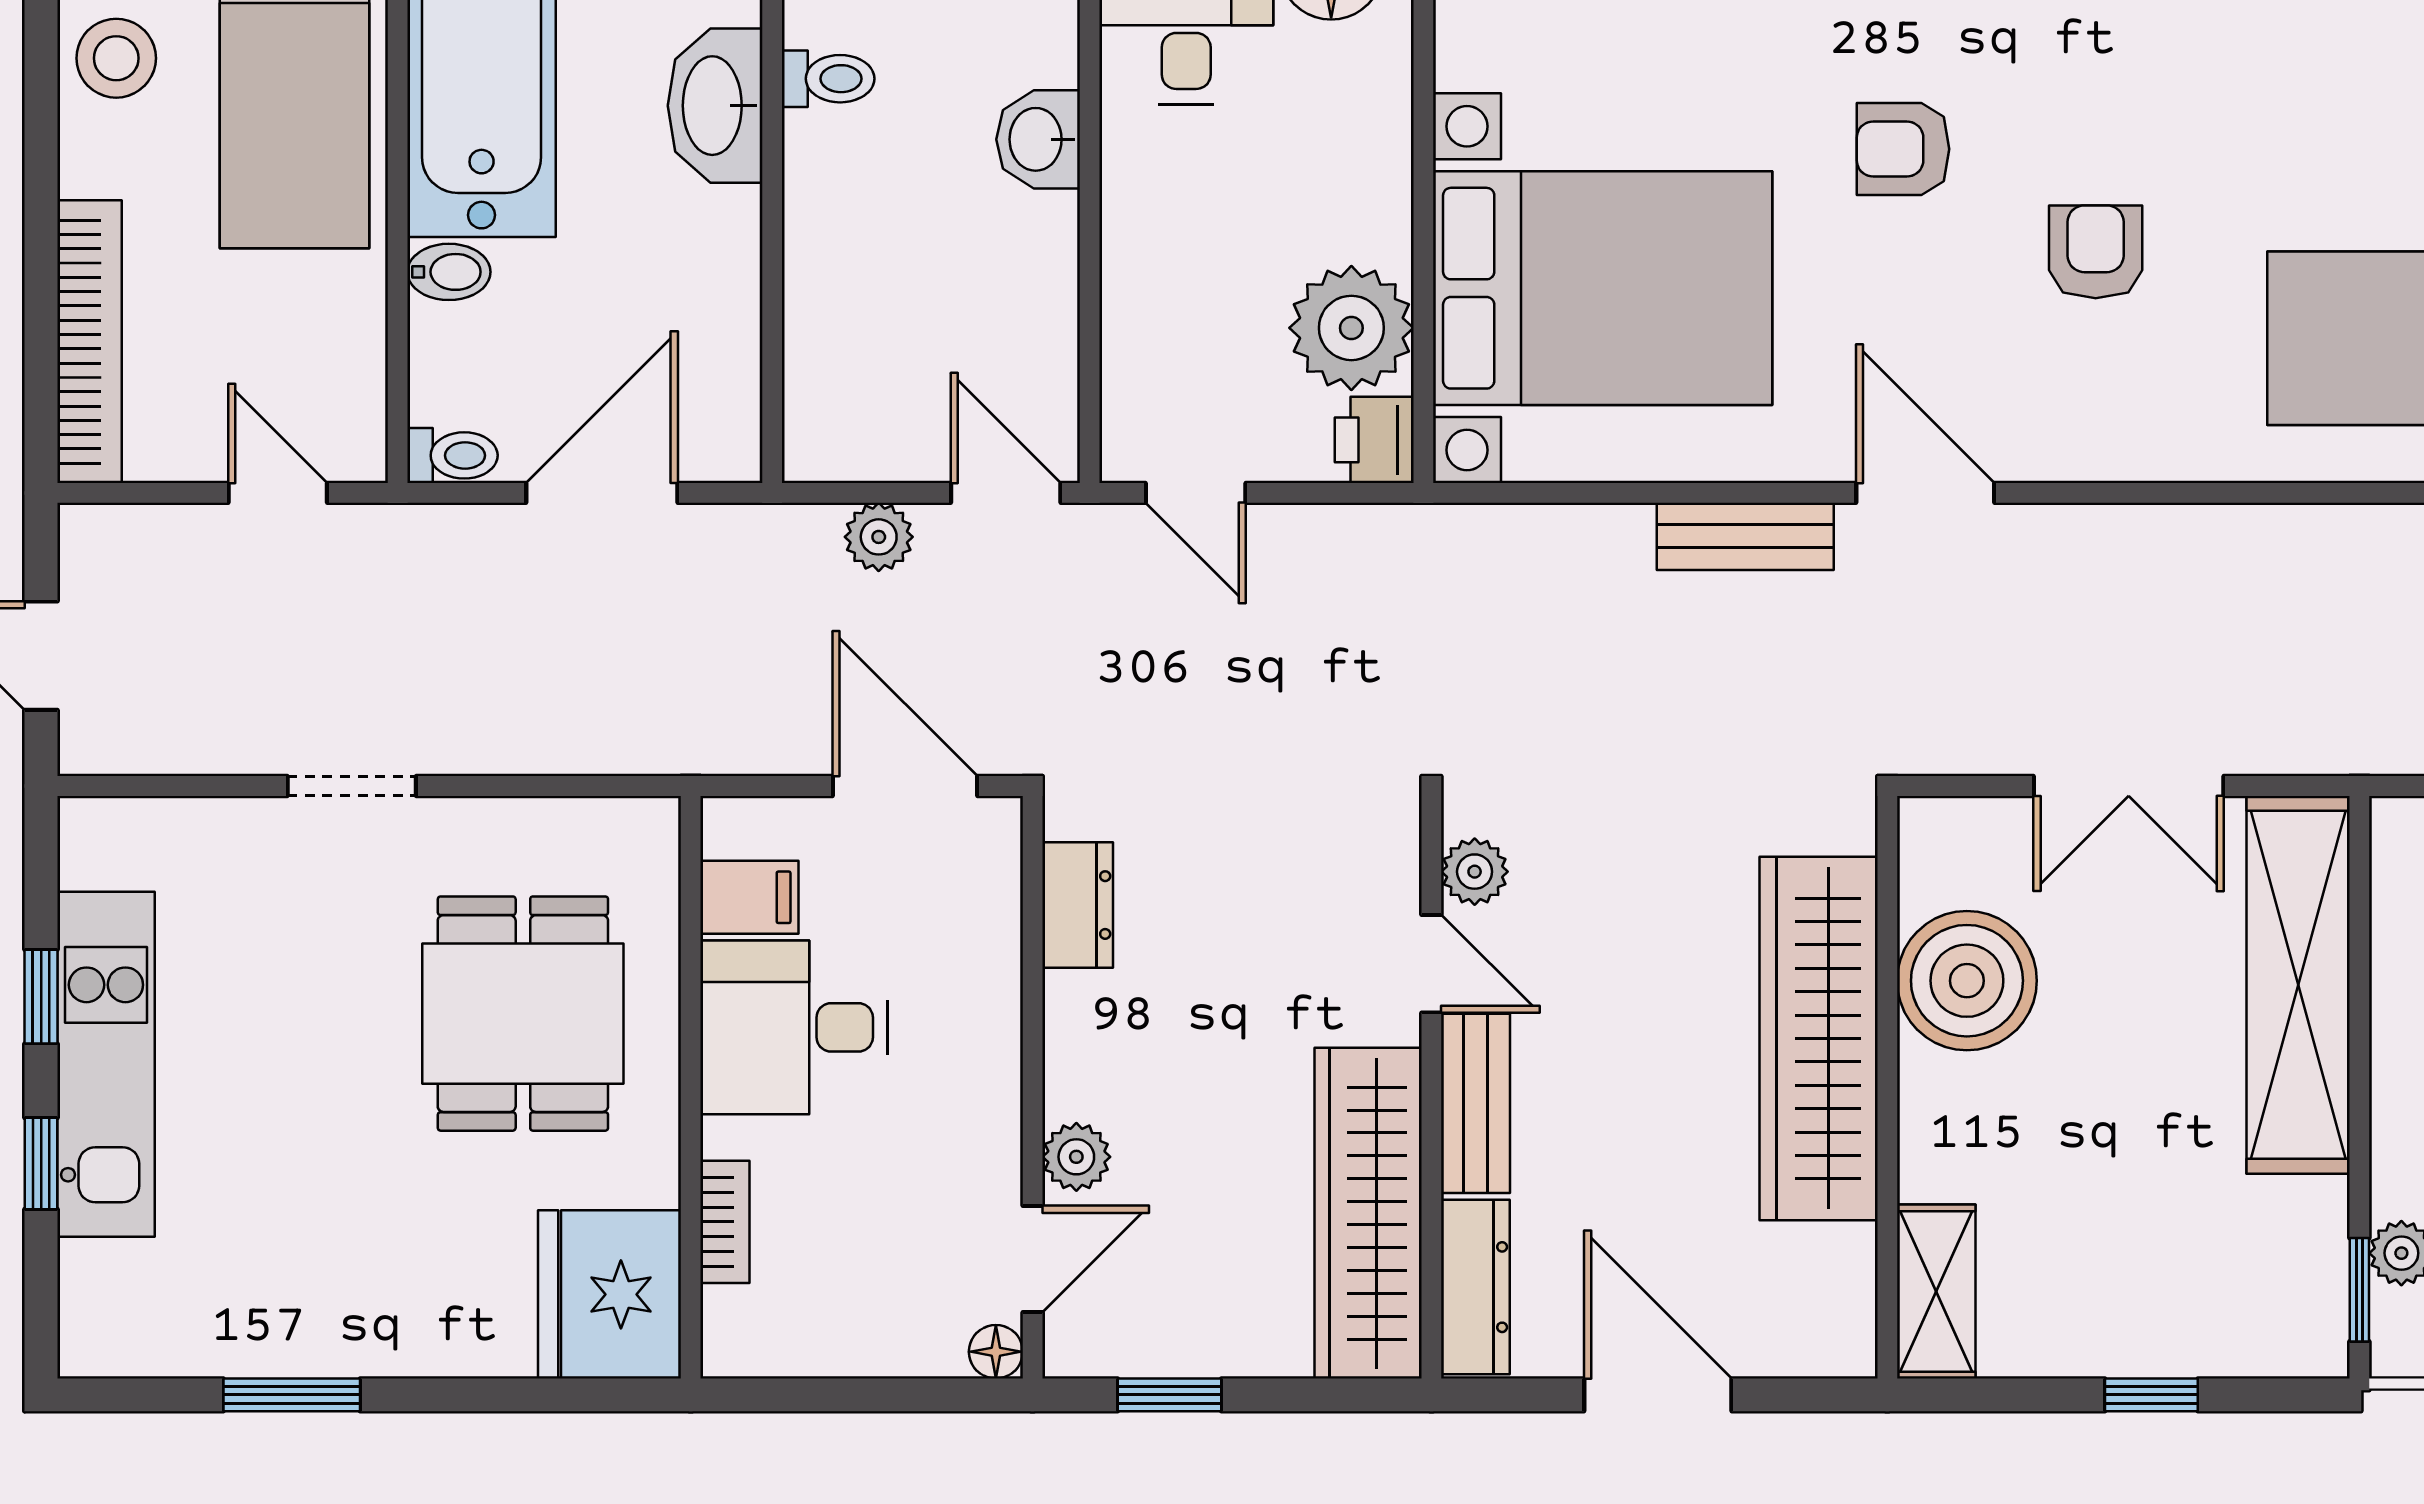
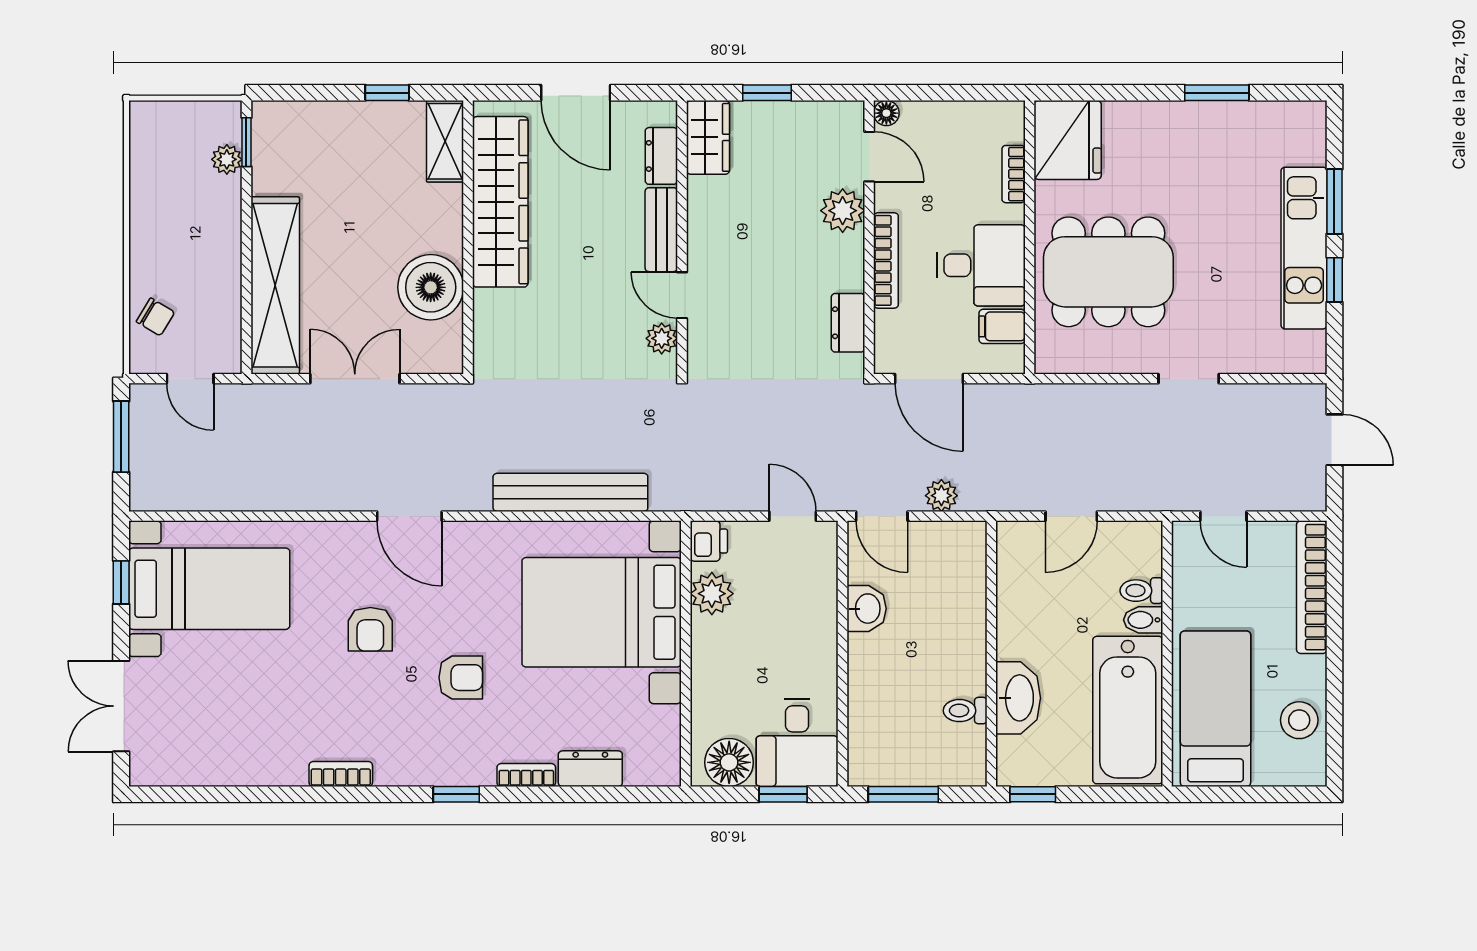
washbasin: (1038, 139) -> (867, 609), moved
plant: (1351, 328) -> (712, 594), width x0.73, depth x0.73
toilet: (452, 455) -> (1141, 591), moved
door: (602, 493) -> (1071, 516), width x0.73
door: (1925, 493) -> (409, 516), moved
bench: (1745, 536) -> (570, 492), width x1.86, depth x1.21
dining table: (523, 1014) -> (1108, 272), width x1.37
bookcase: (997, 1038) -> (886, 260), added
wardrobe: (1819, 1038) -> (500, 202), moved
plant: (1076, 1157) -> (843, 211), width x1.38, depth x1.38
window: (41, 1163) -> (1334, 201), width x1.50
wardrobe: (1368, 1213) -> (708, 137), width x0.48, depth x0.85
door: (1033, 1259) -> (869, 157), swing flipped
dresser: (1475, 1287) -> (661, 156), width x0.70
window: (1169, 1395) -> (767, 93), moved
window: (2151, 1395) -> (387, 93), moved

